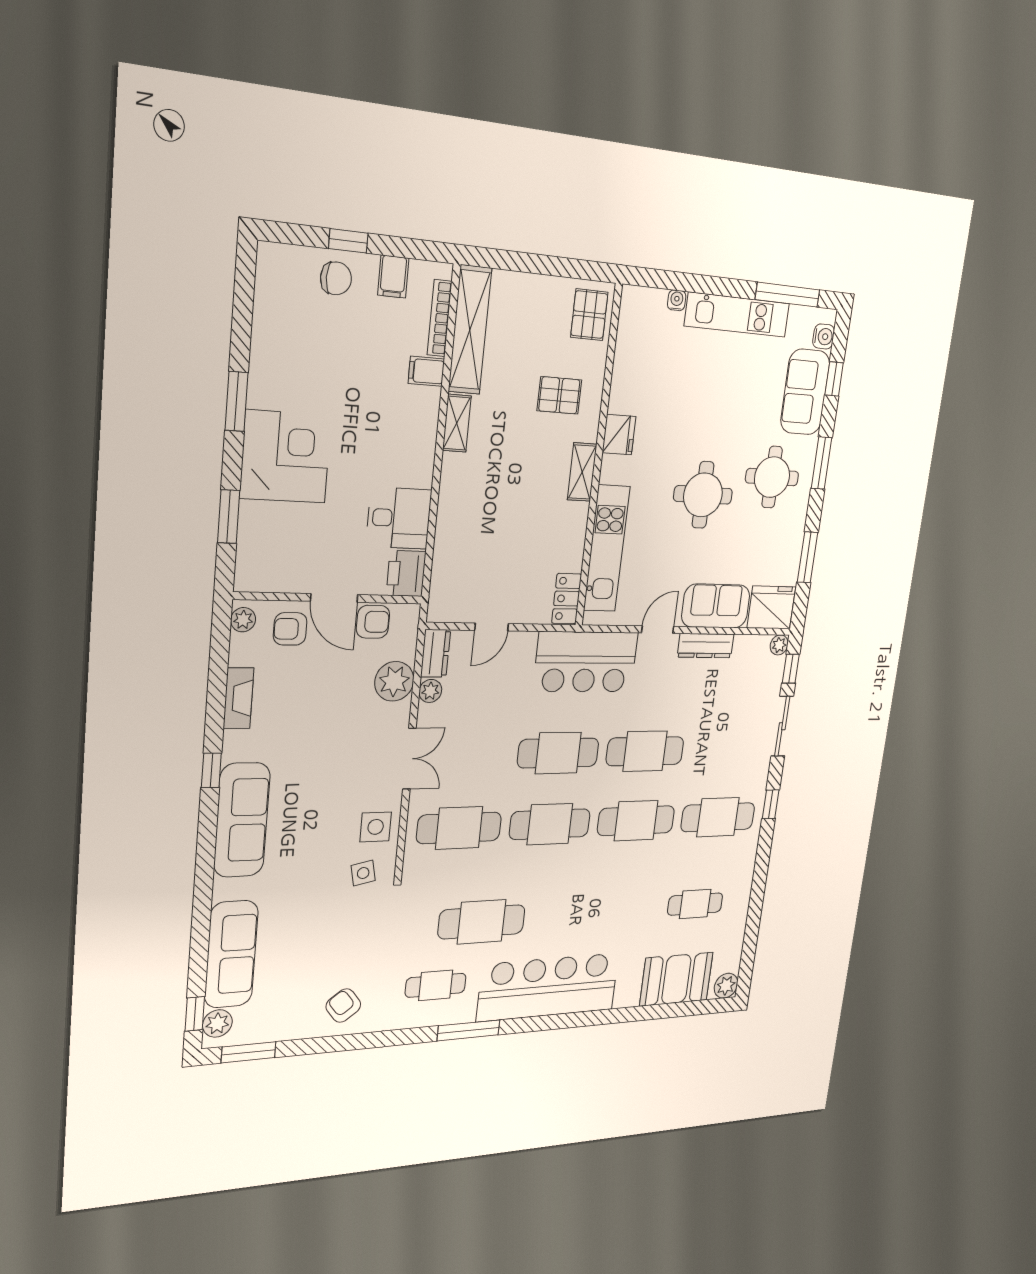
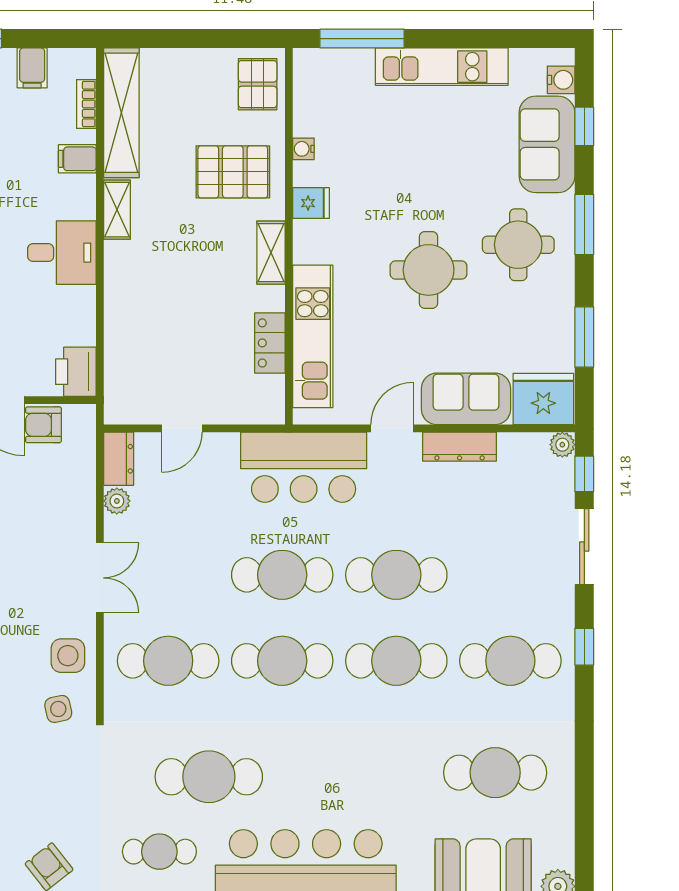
window: (787, 295) -> (362, 39), moved
water cooler: (677, 300) -> (303, 149), moved, turned -90
bookcase: (440, 318) -> (86, 104), width x0.64
pallet: (559, 395) -> (233, 172), width x1.50, depth x1.42
fridge: (619, 435) -> (311, 203), width x0.72
desk: (399, 518) -> (62, 253), moved
locker: (567, 599) -> (270, 343), moved
armchair: (373, 622) -> (43, 425), turned 180
plant: (394, 681) -> (74, 490), removed
cafe table: (695, 904) -> (495, 773), width x1.37, depth x1.35

